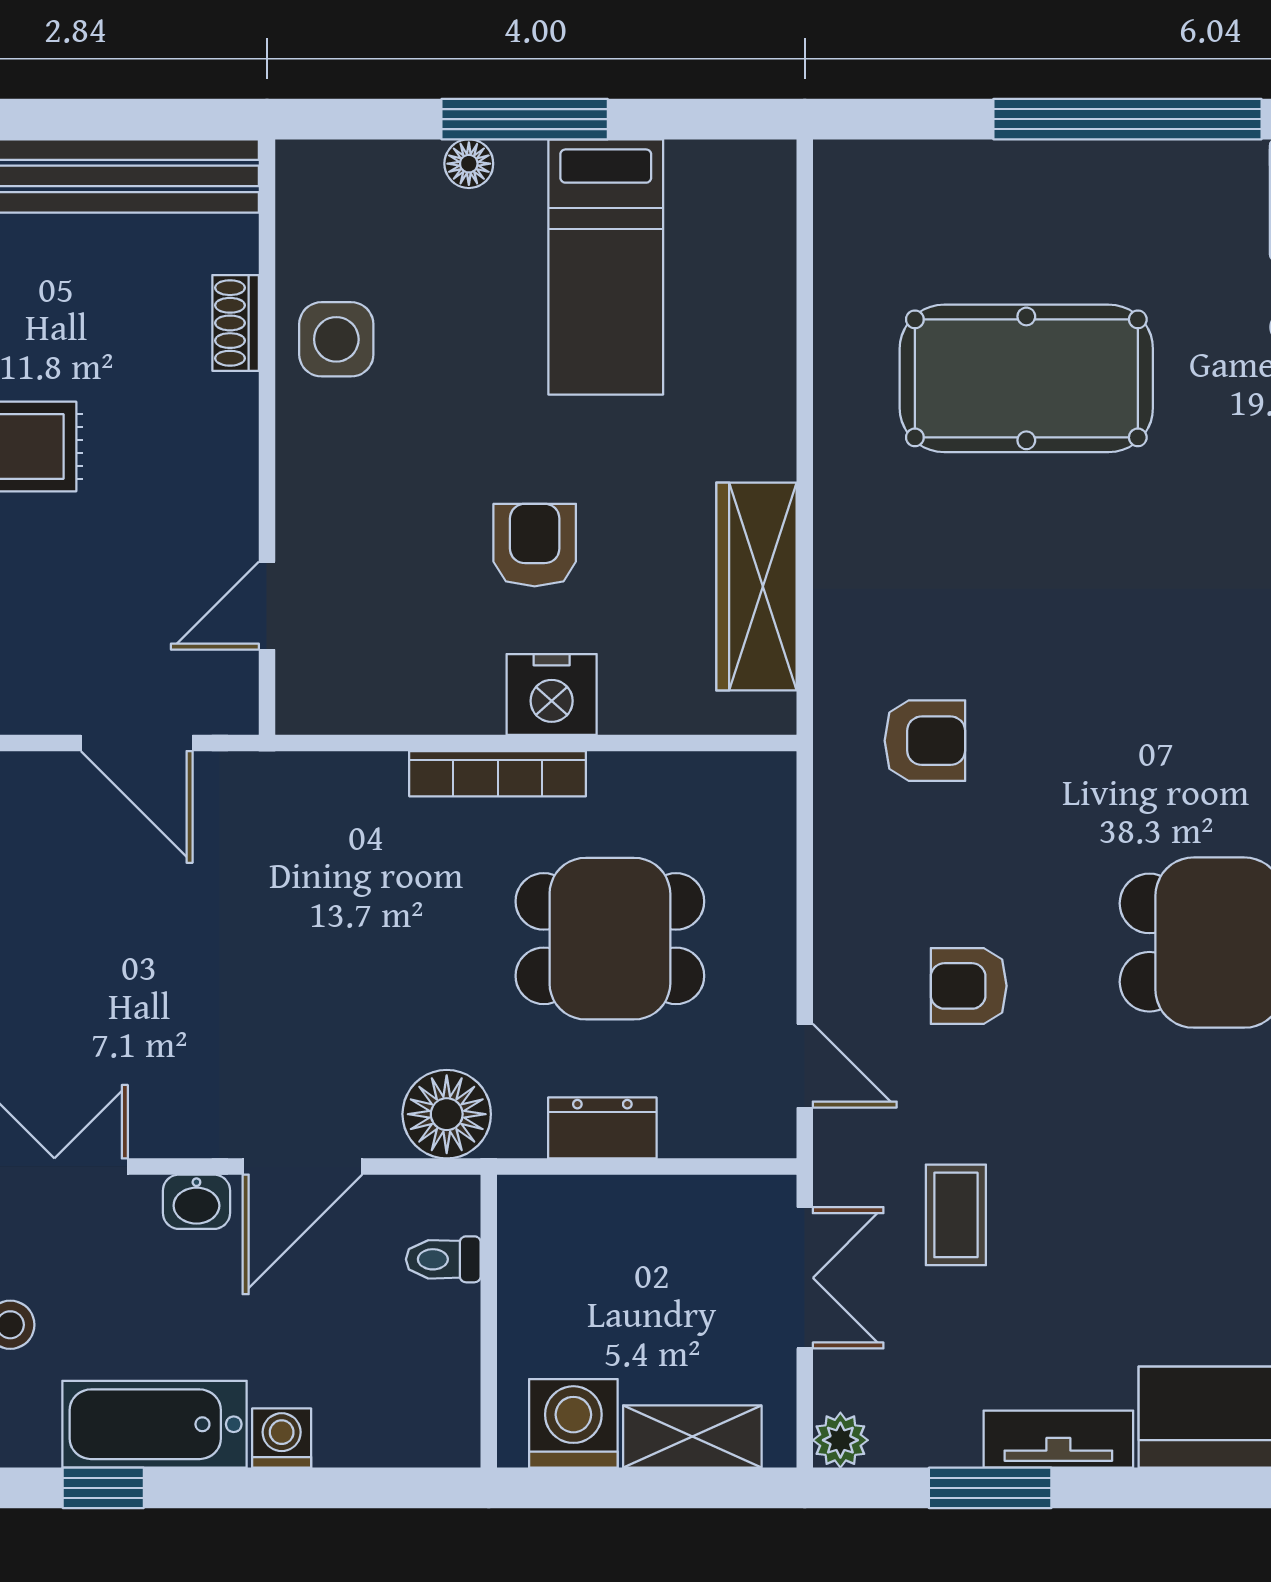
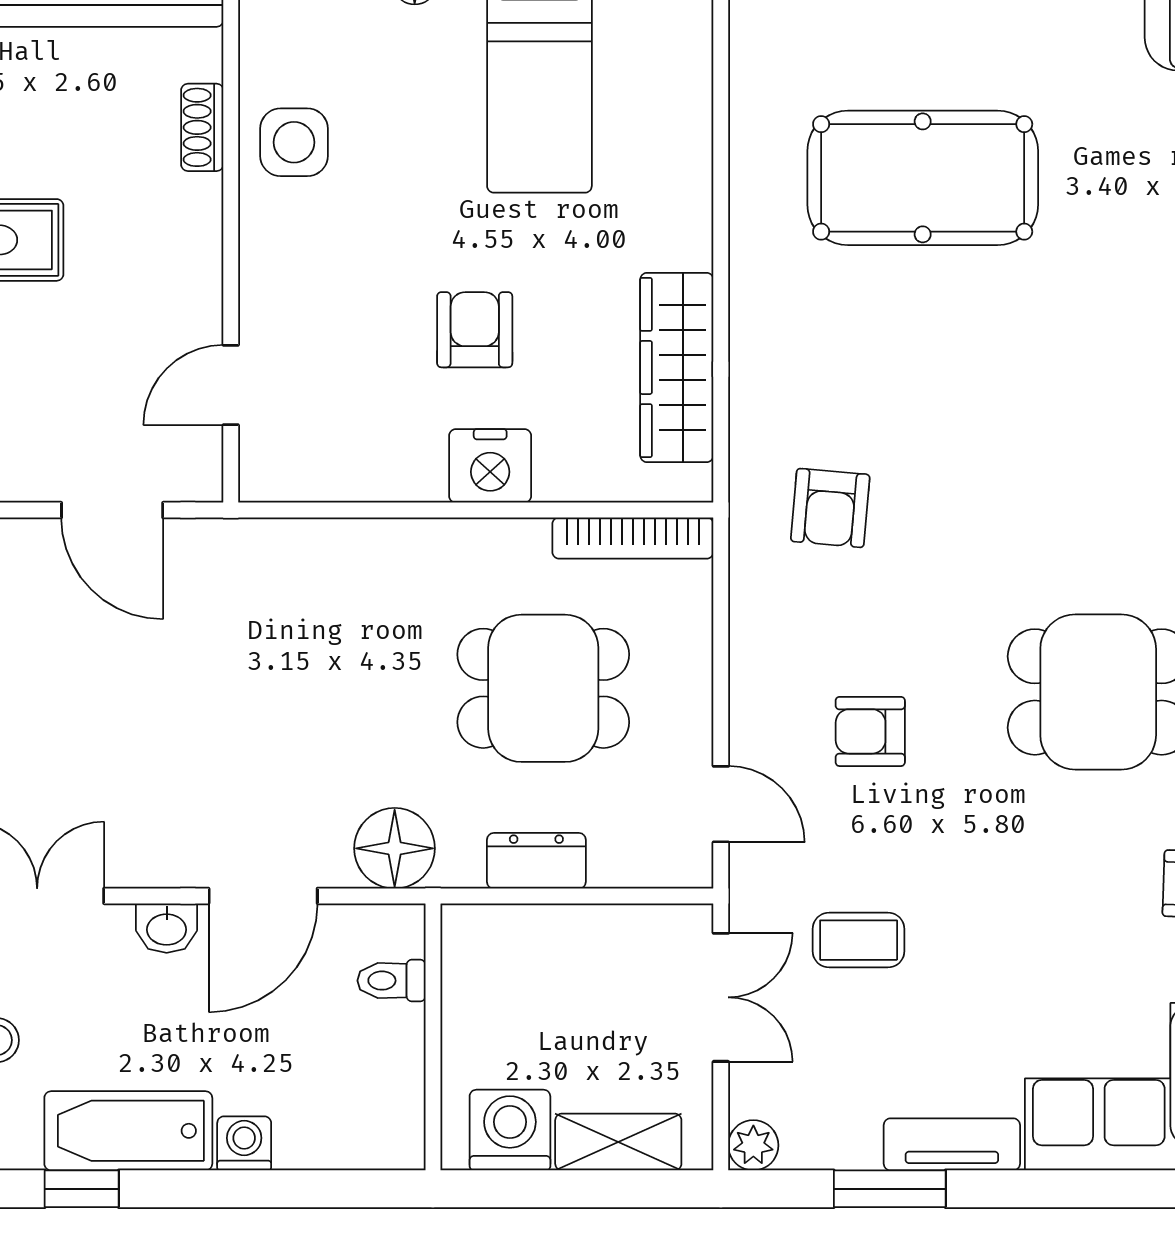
armchair: (925, 741) -> (830, 508), turned 95
bookcase: (498, 774) -> (633, 538), moved
coffee table: (956, 1215) -> (859, 940), turned 90

